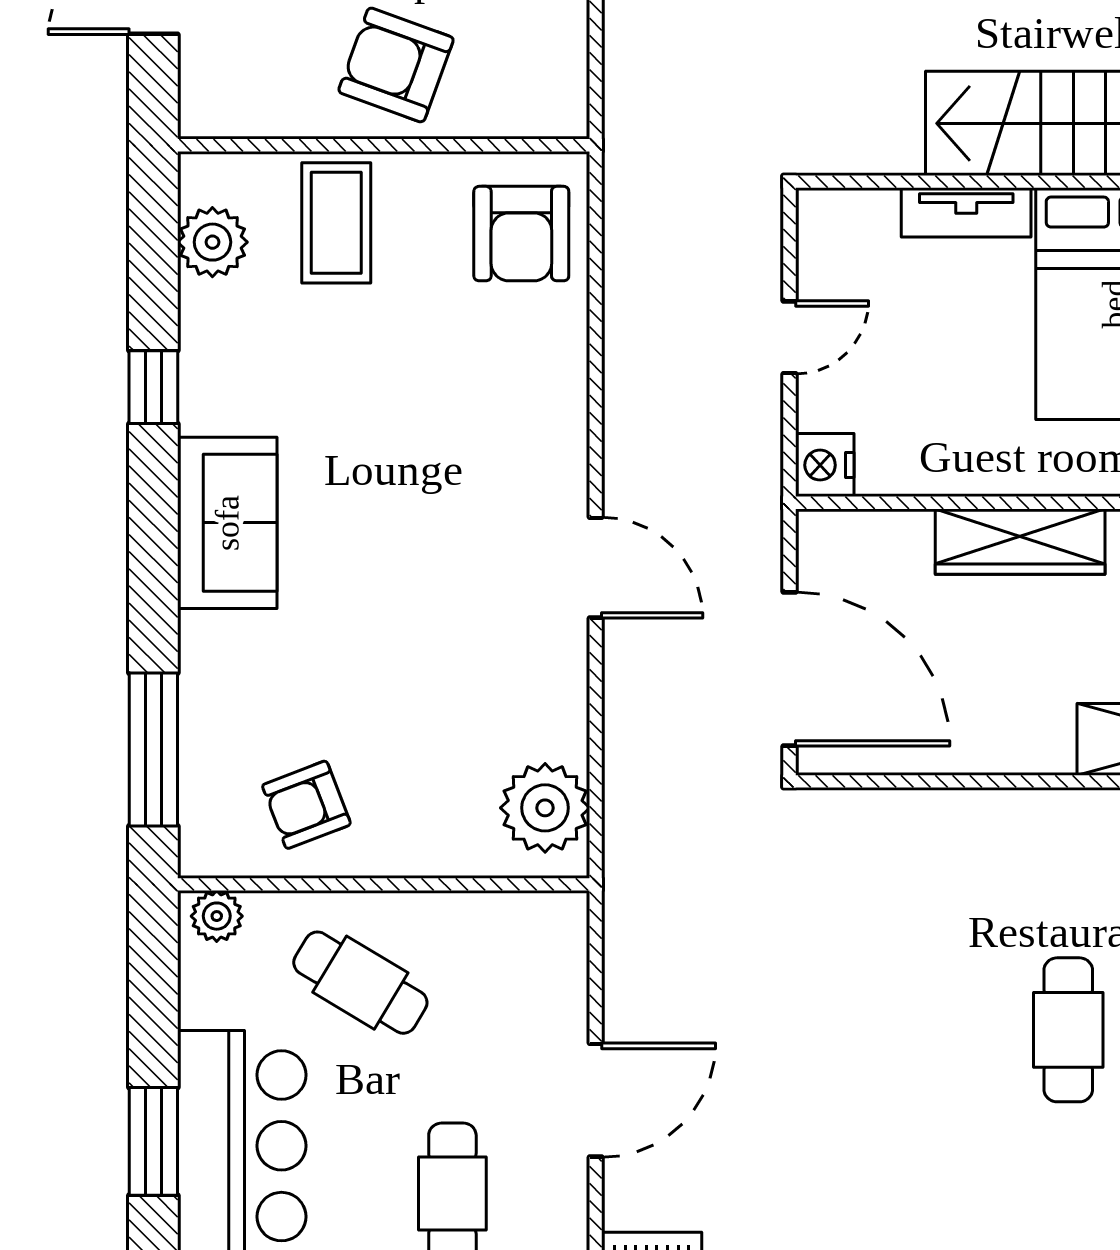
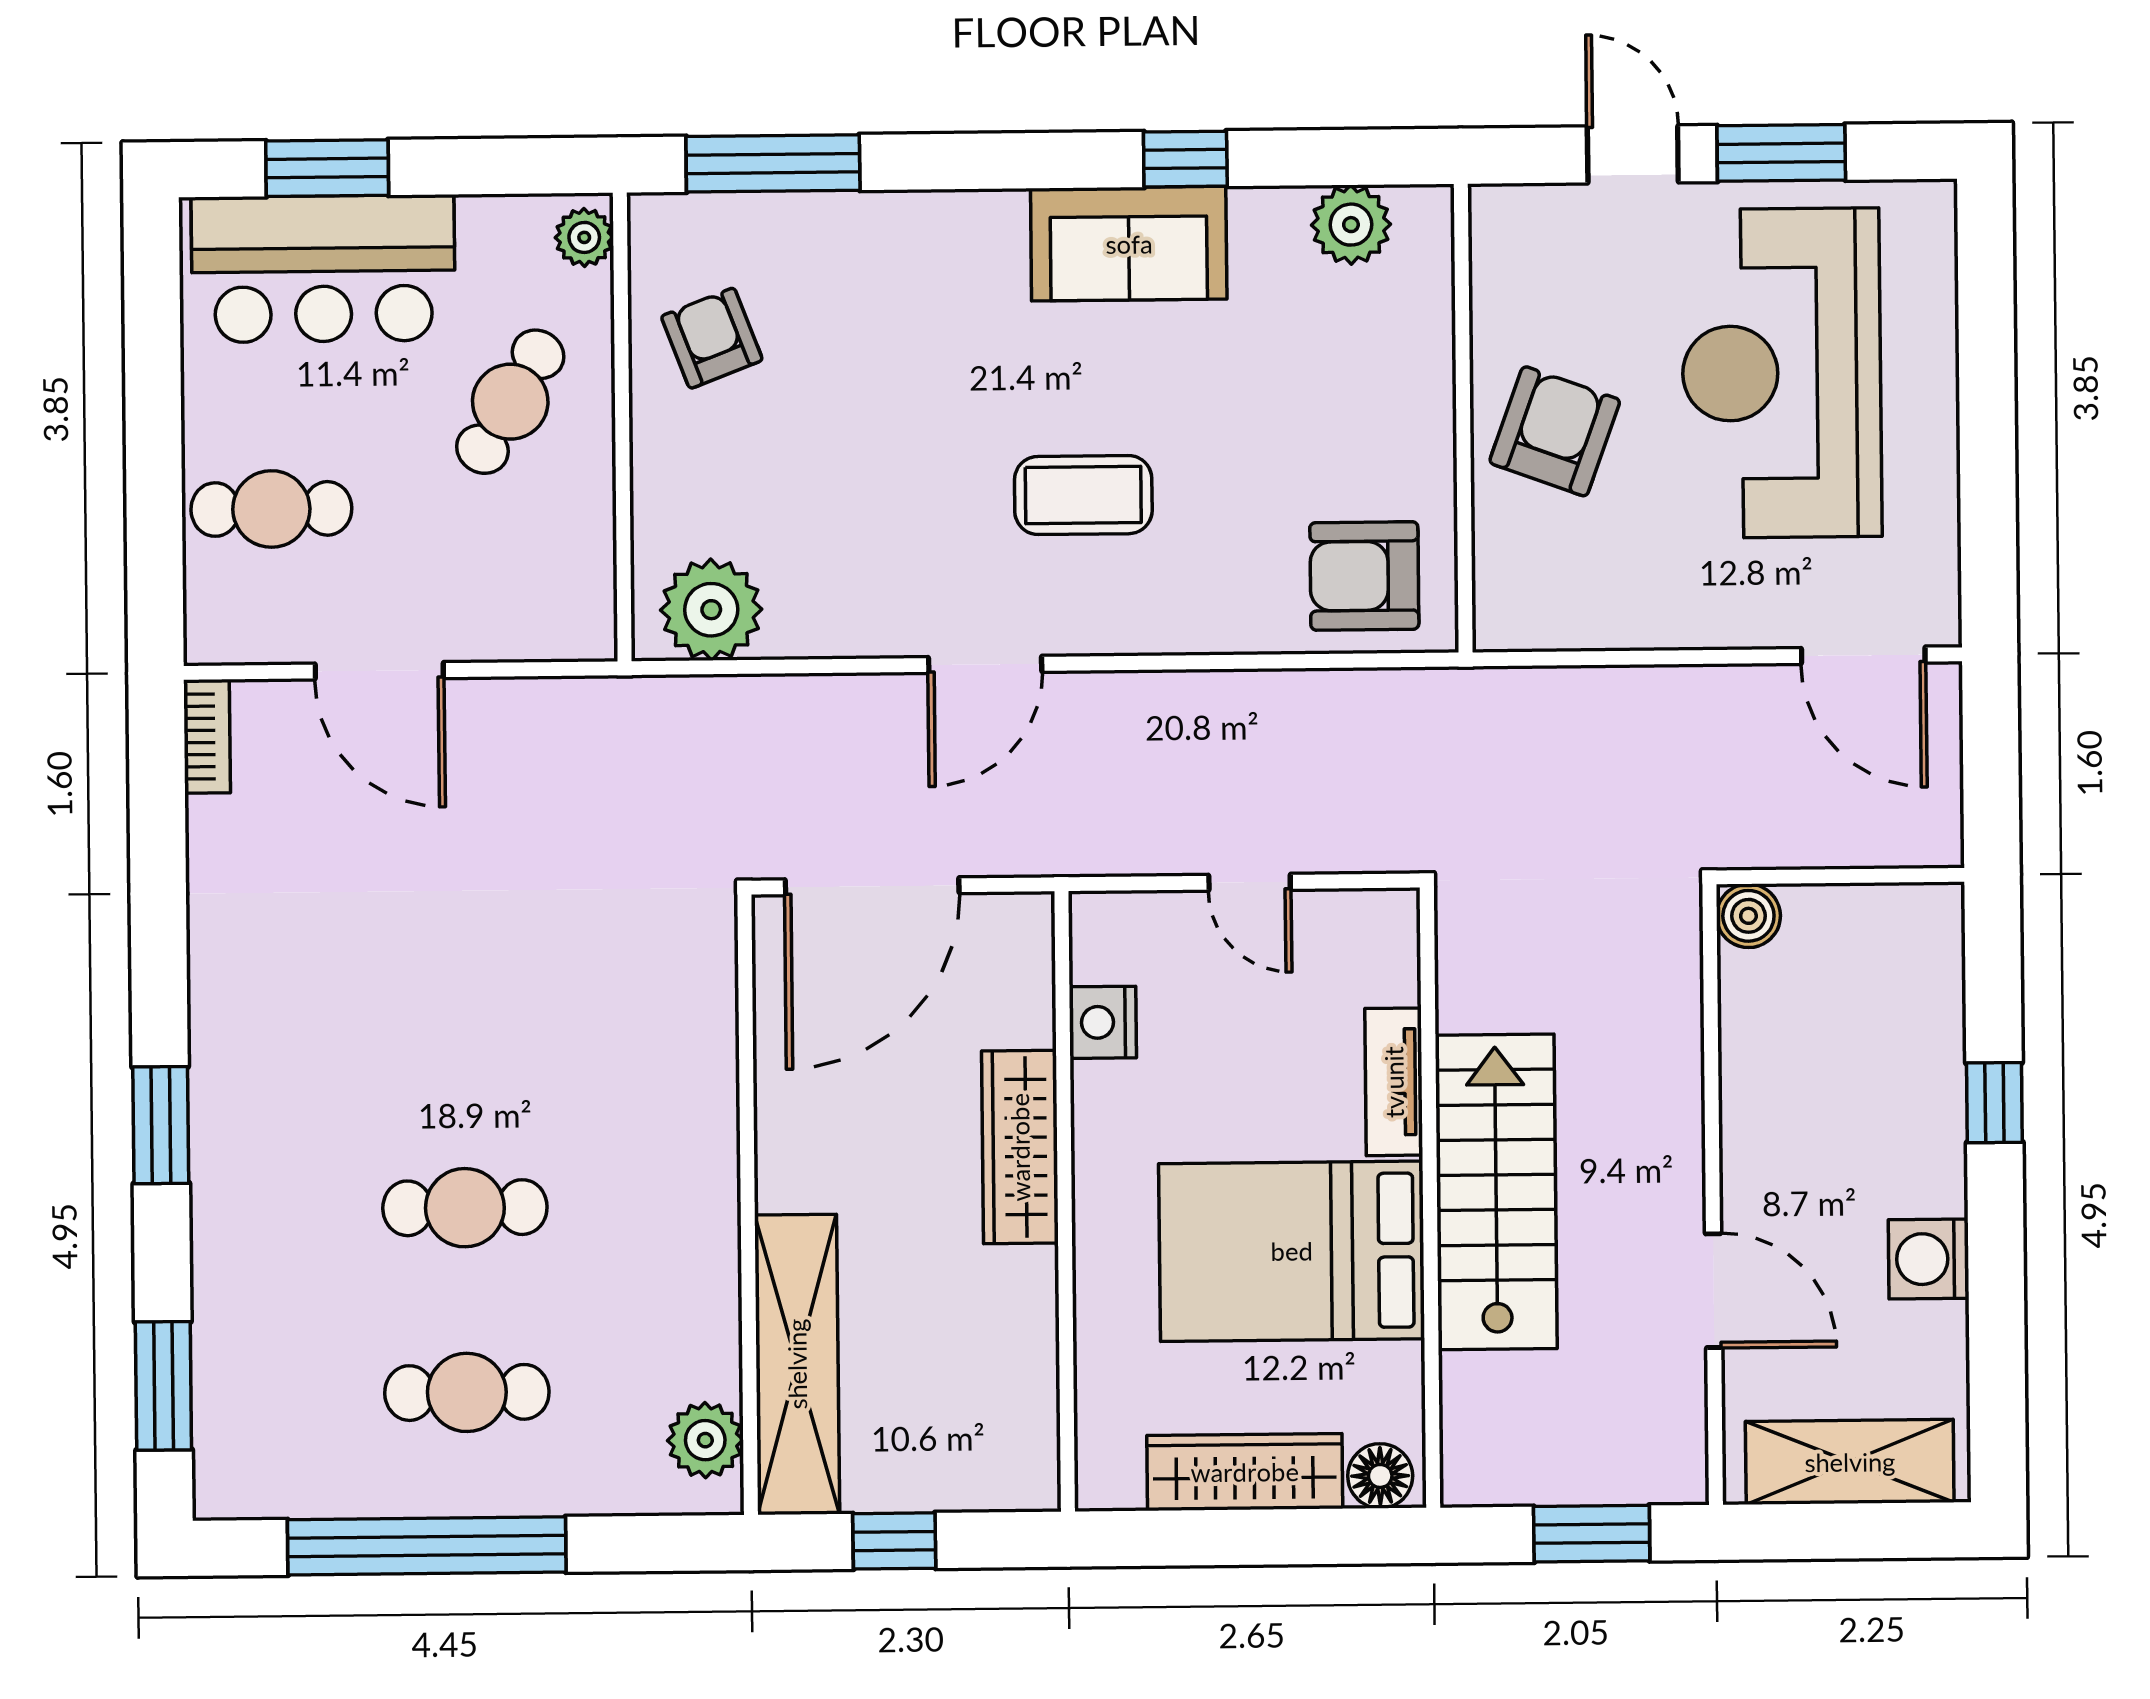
coffee table: (336, 223) -> (1083, 495), moved
nightstand: (825, 465) -> (1103, 1022), moved, turned -90
sofa: (227, 523) -> (1129, 244), moved

